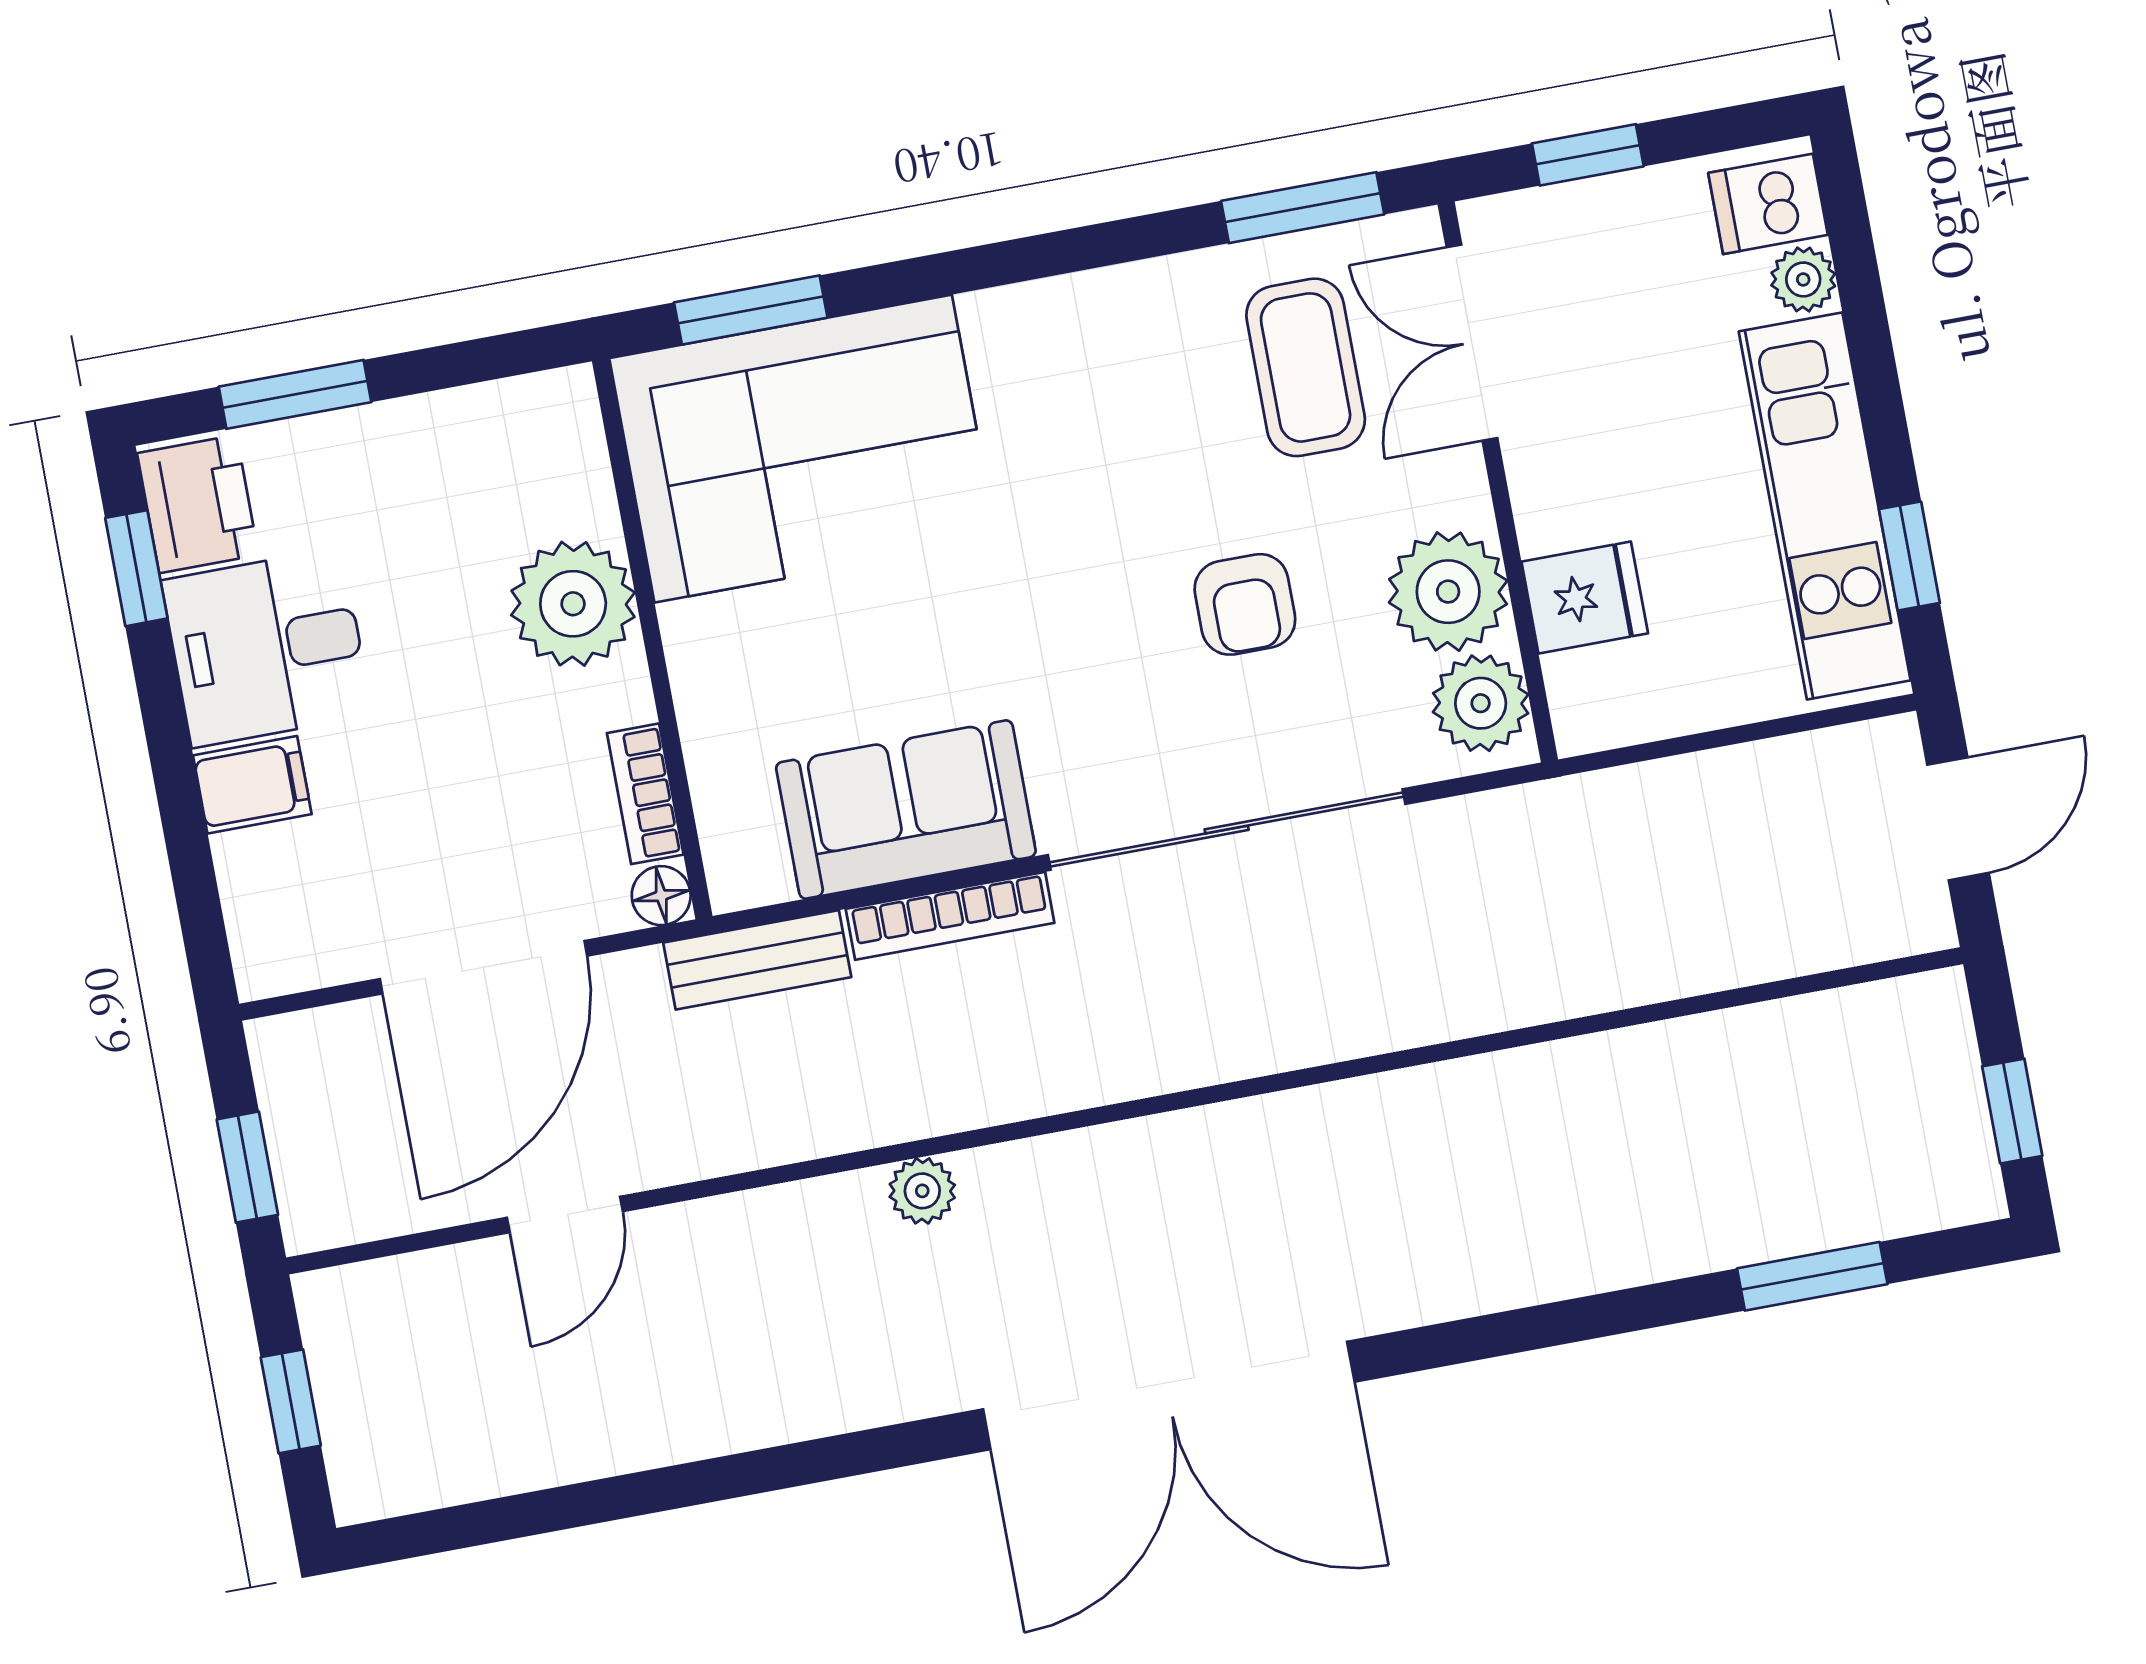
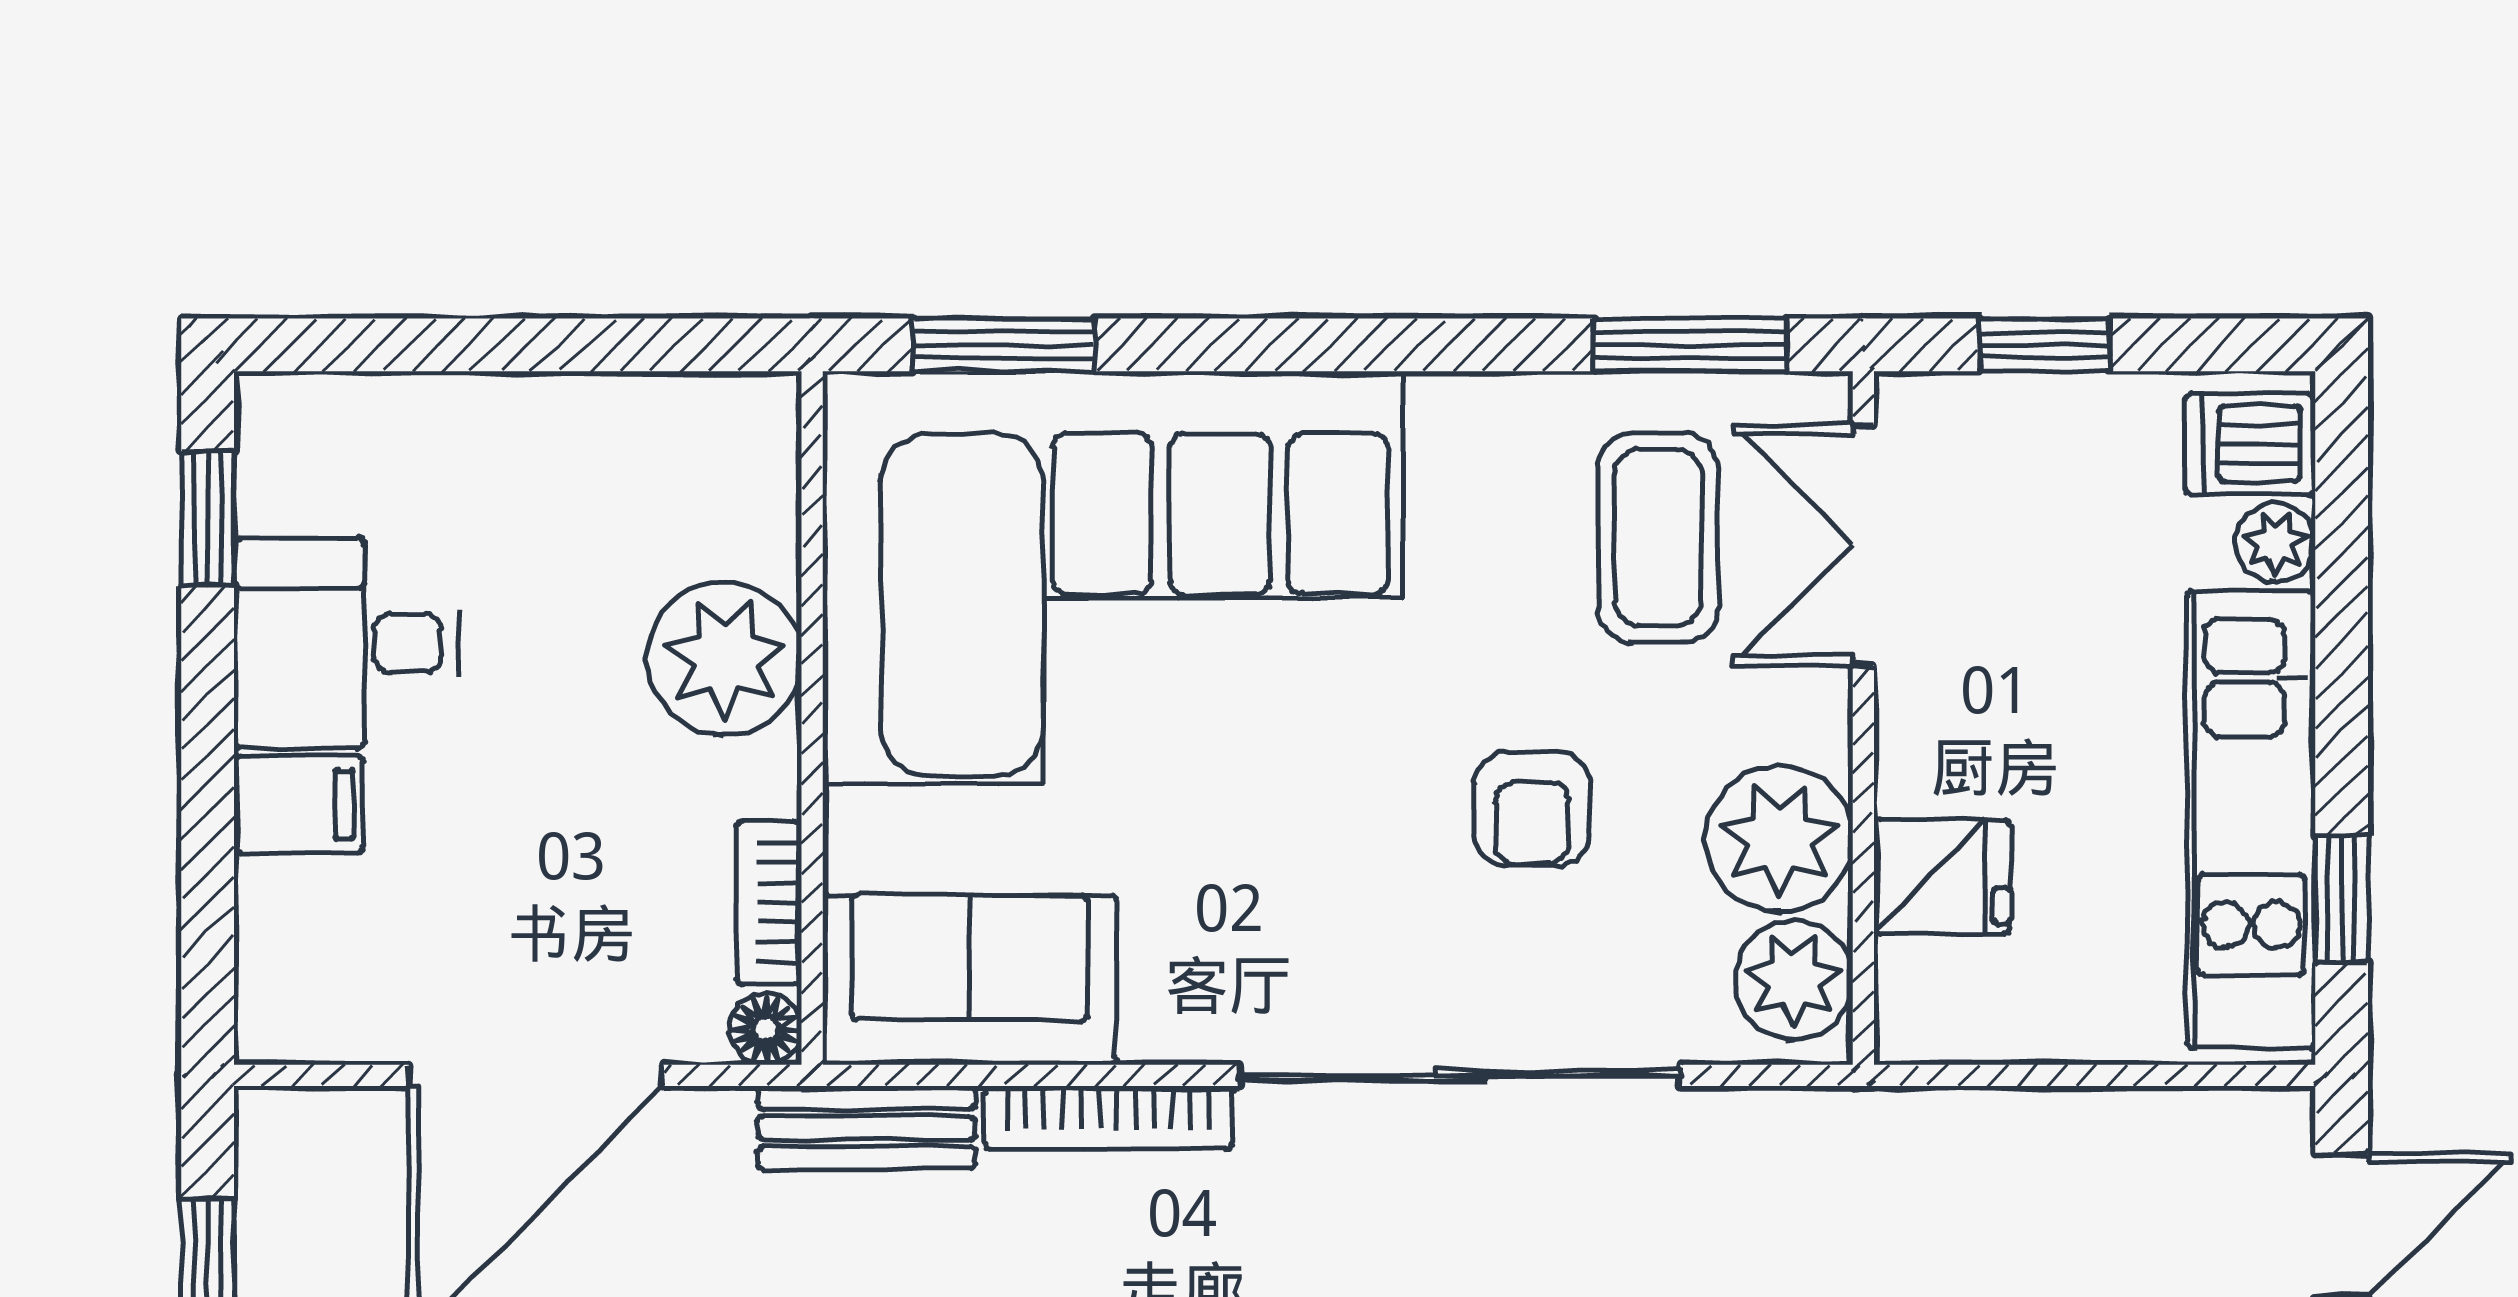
window: (295, 394) -> (437, 345), removed
corner sofa: (803, 449) -> (1113, 578), width x1.36, depth x1.36
printer: (198, 504) -> (296, 455), removed
sofa: (906, 810) -> (970, 980), moved

